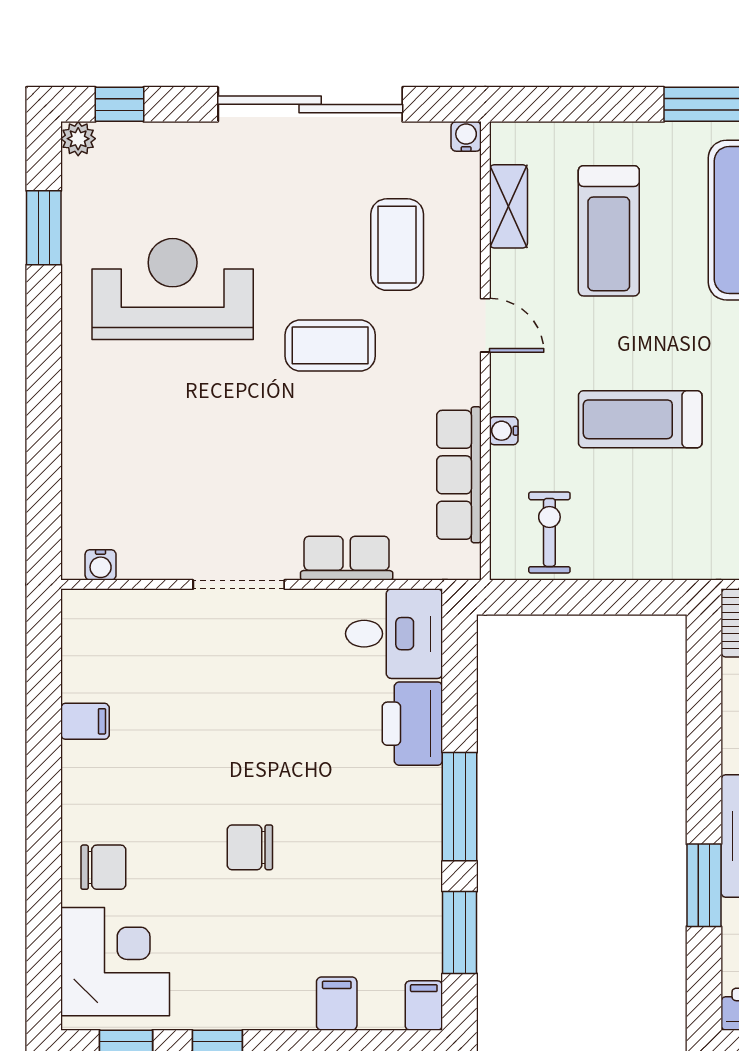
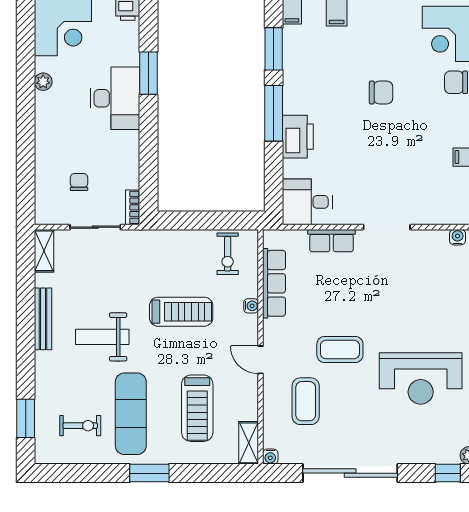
shelving: (508, 206) -> (249, 443), moved
treadmill: (609, 231) -> (197, 408), turned 180
printer: (412, 724) -> (298, 137), moved

